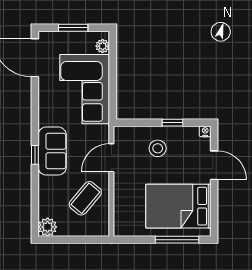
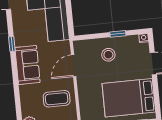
window: (35, 155) -> (12, 44), moved
coffee table: (85, 198) -> (57, 99), turned 50

